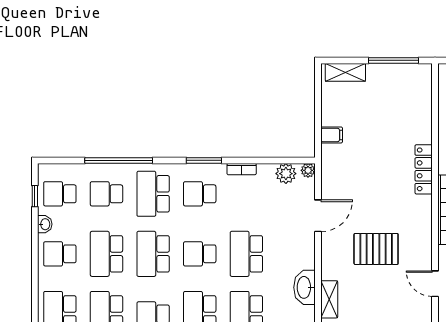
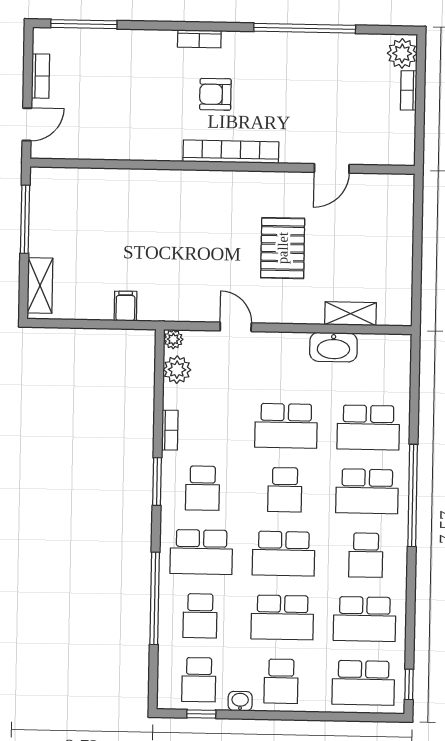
locker: (424, 169) -> (175, 181), removed
door: (318, 216) -> (236, 327), width x0.73

